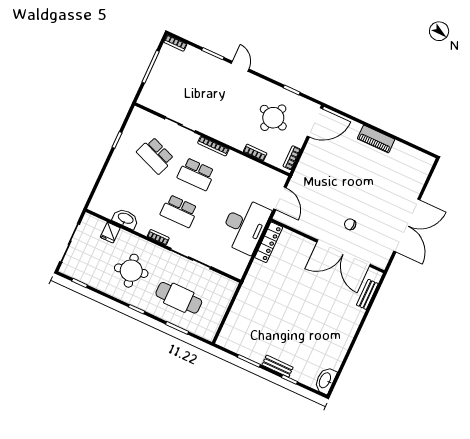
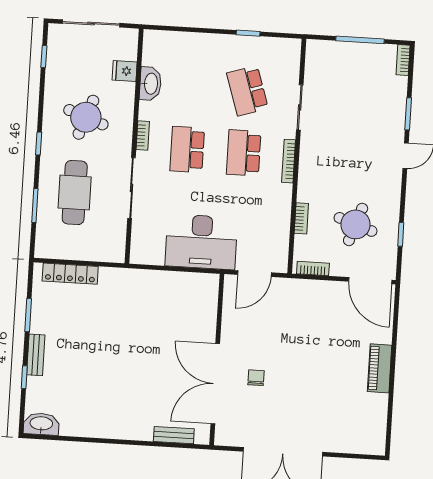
school desk: (155, 155) -> (247, 91), turned -39
locker: (269, 242) -> (70, 274), moved
round table: (131, 271) -> (86, 117), turned 32

